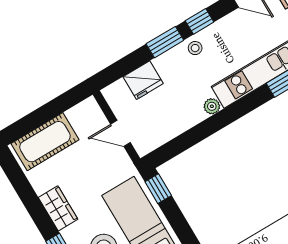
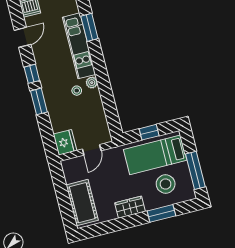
stool: (195, 48) -> (77, 91), moved
fridge: (143, 80) -> (65, 142), moved
window: (158, 189) -> (149, 132), moved

